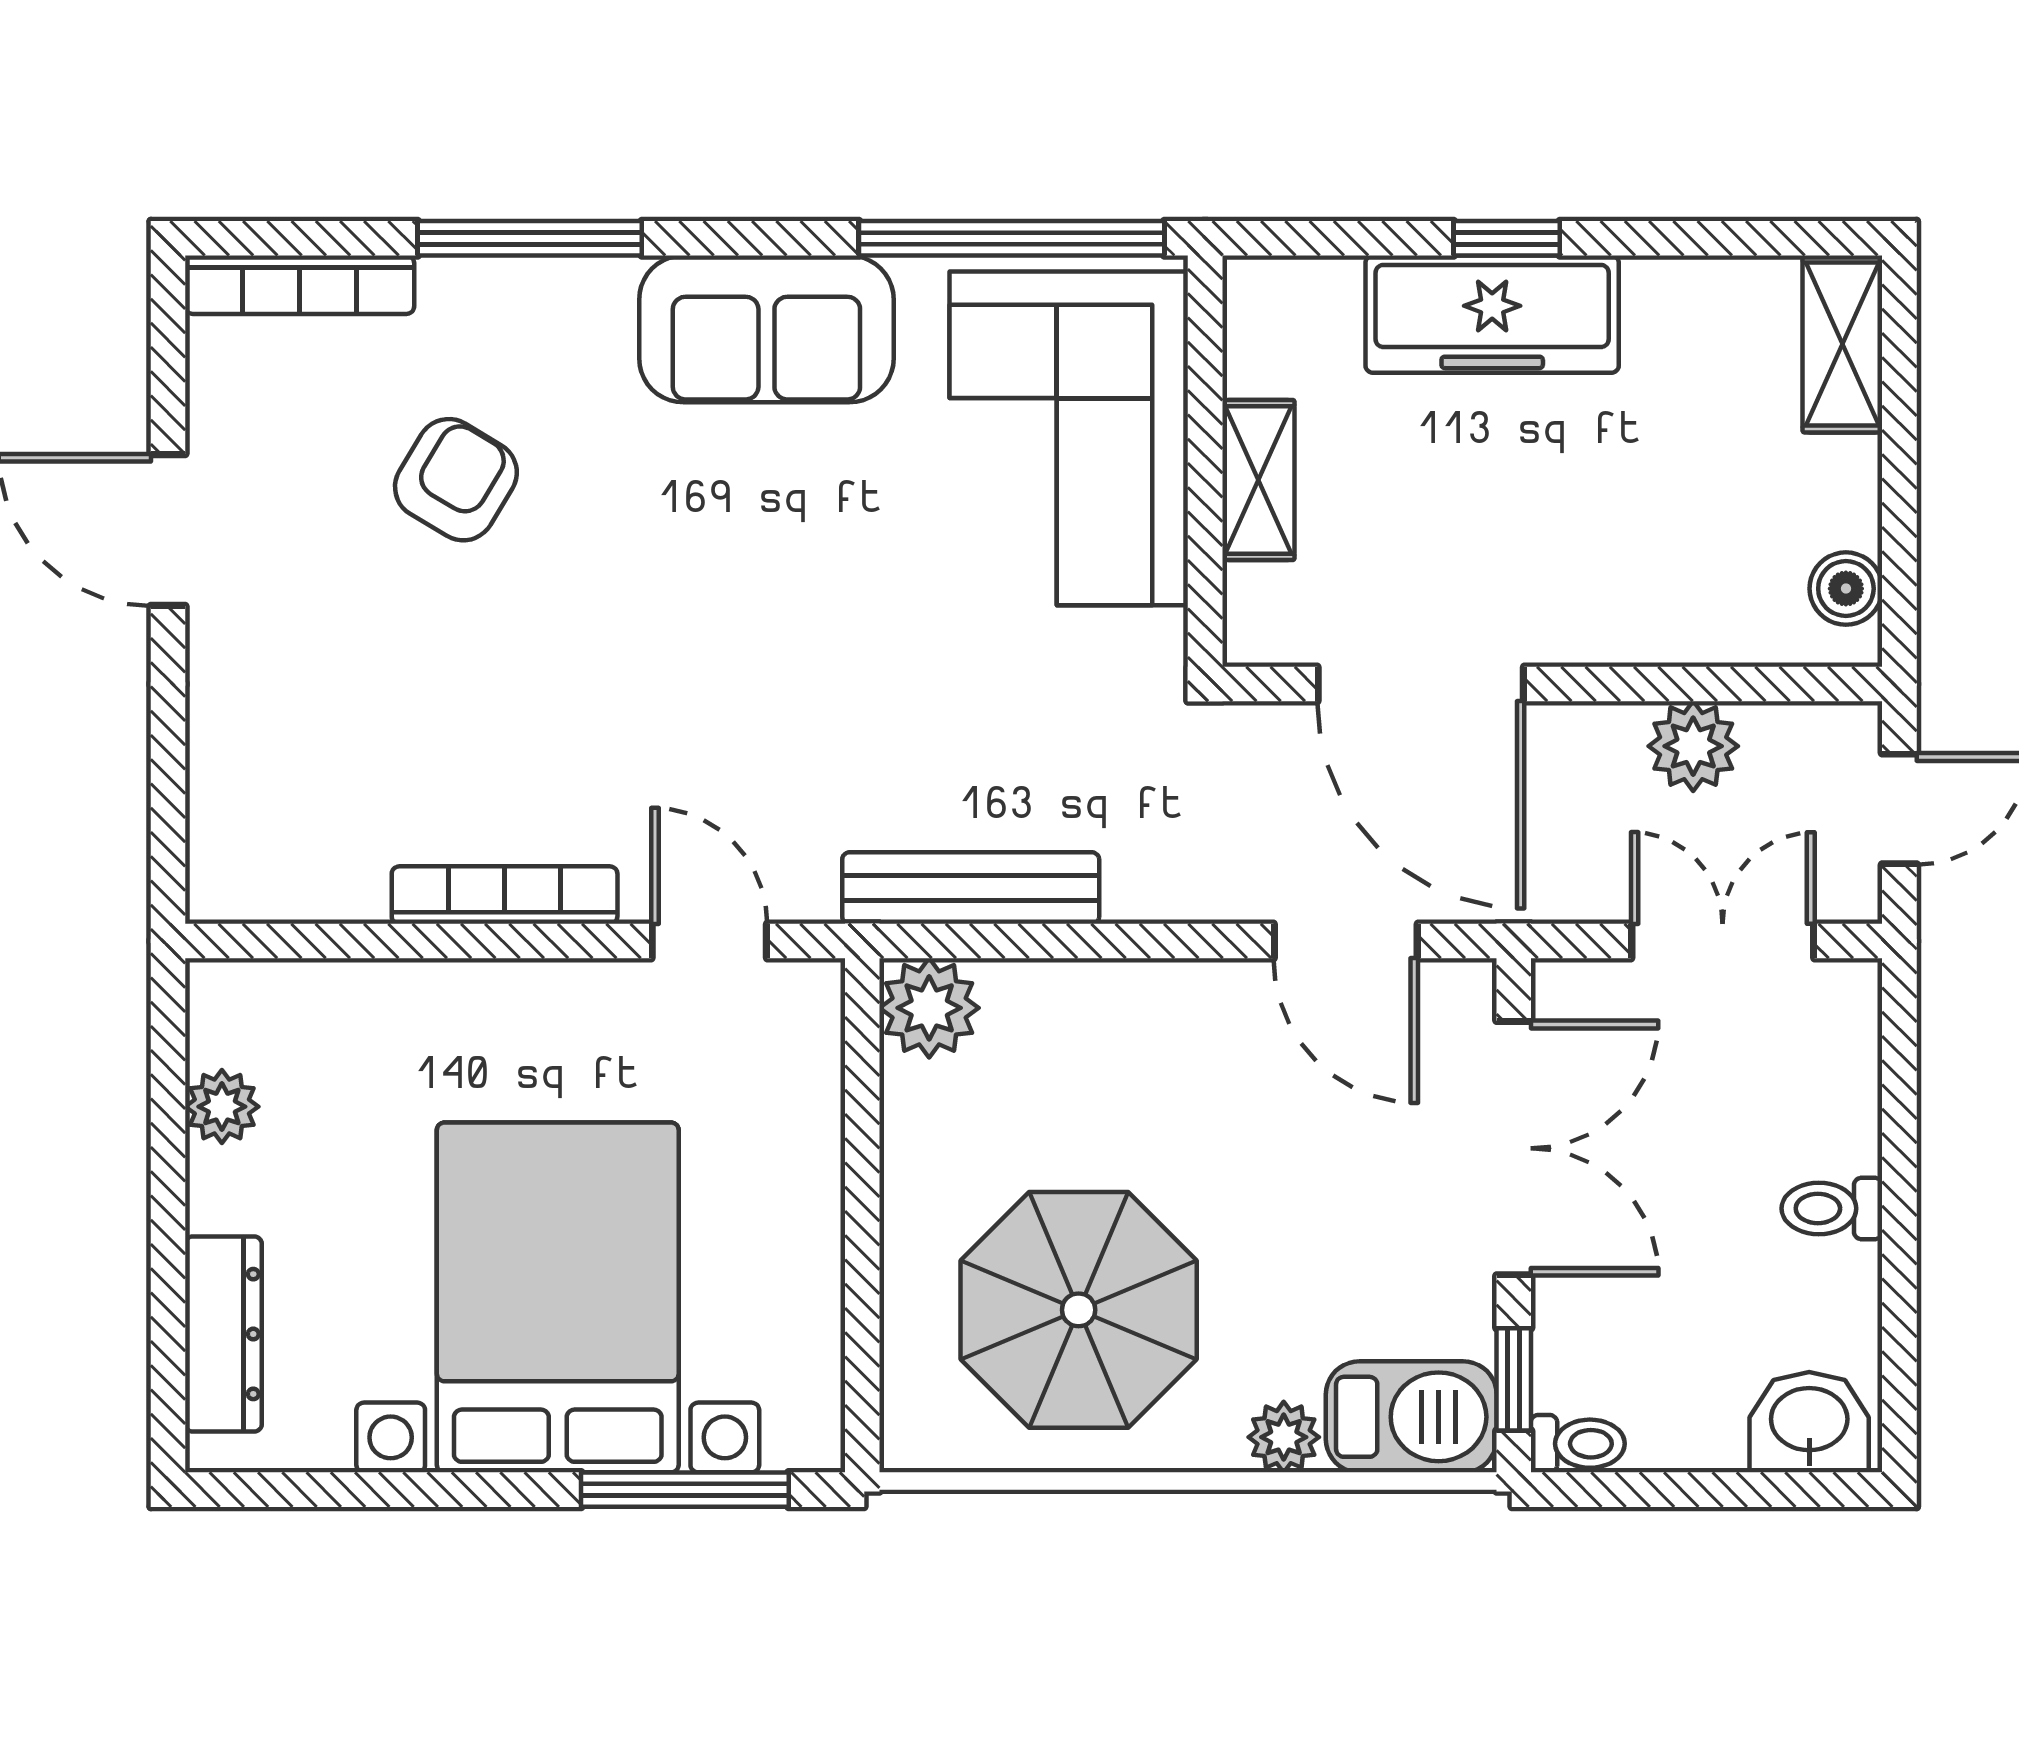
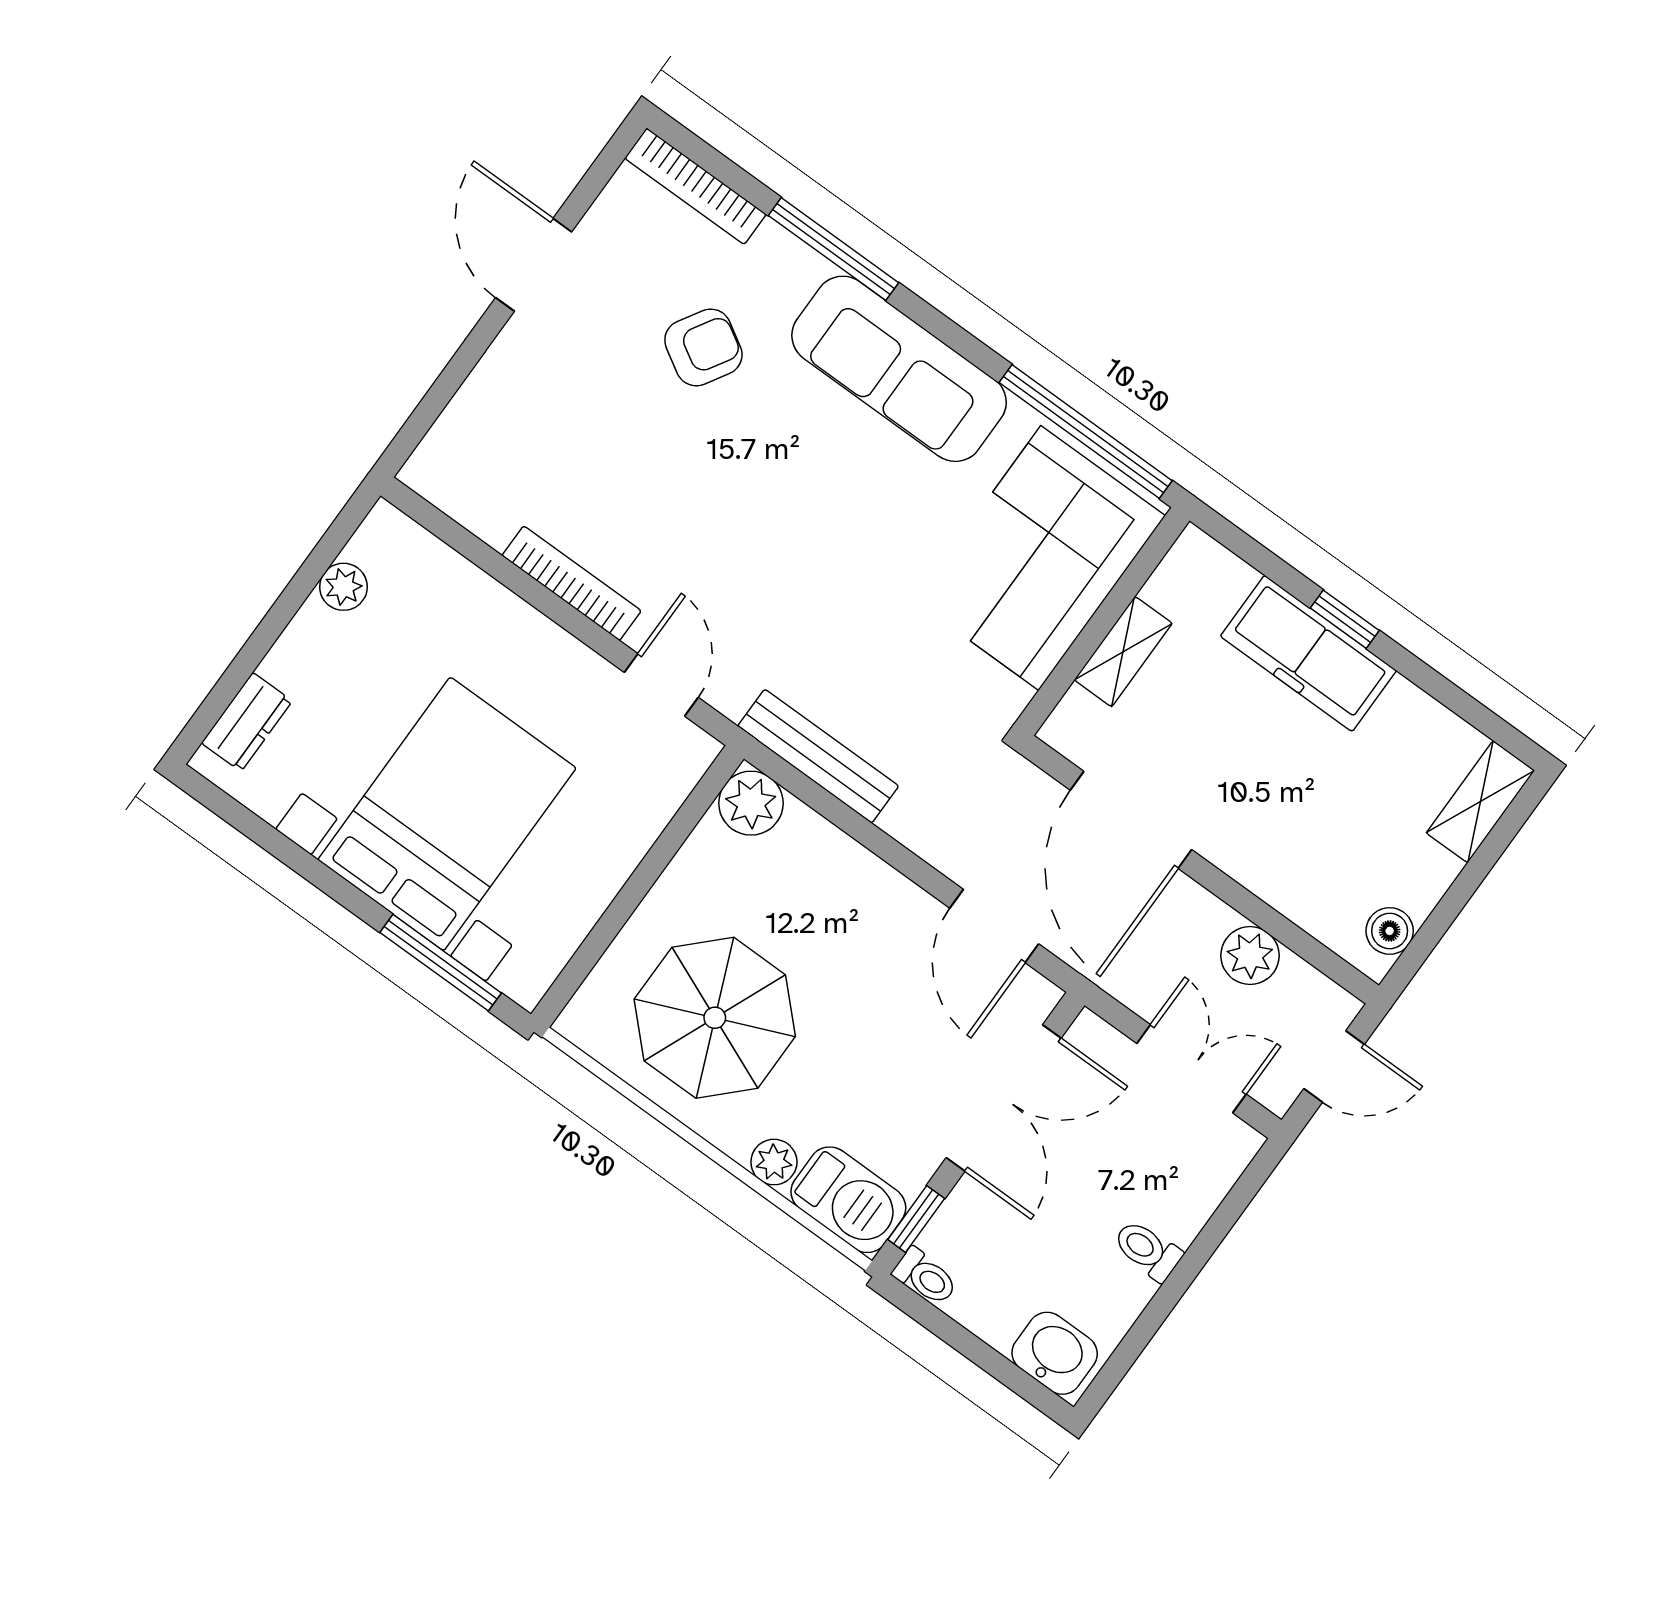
sofa: (766, 329) -> (899, 369), width x1.36
dresser: (223, 1334) -> (247, 722), width x0.70

